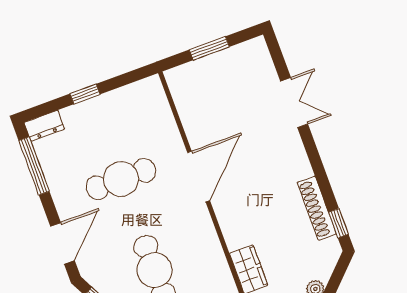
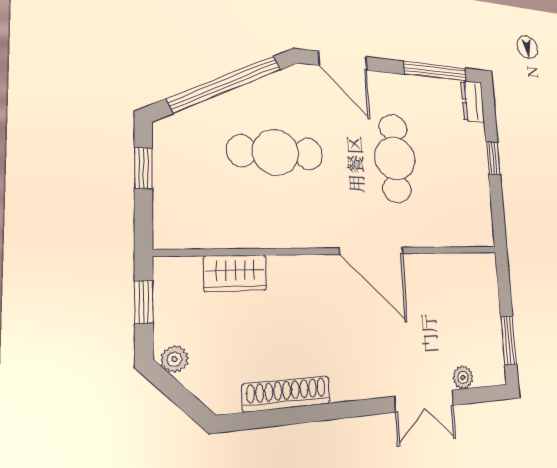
window: (209, 48) -> (509, 340), moved
plant: (268, 75) -> (463, 377), added
window: (338, 223) -> (257, 420), removed

